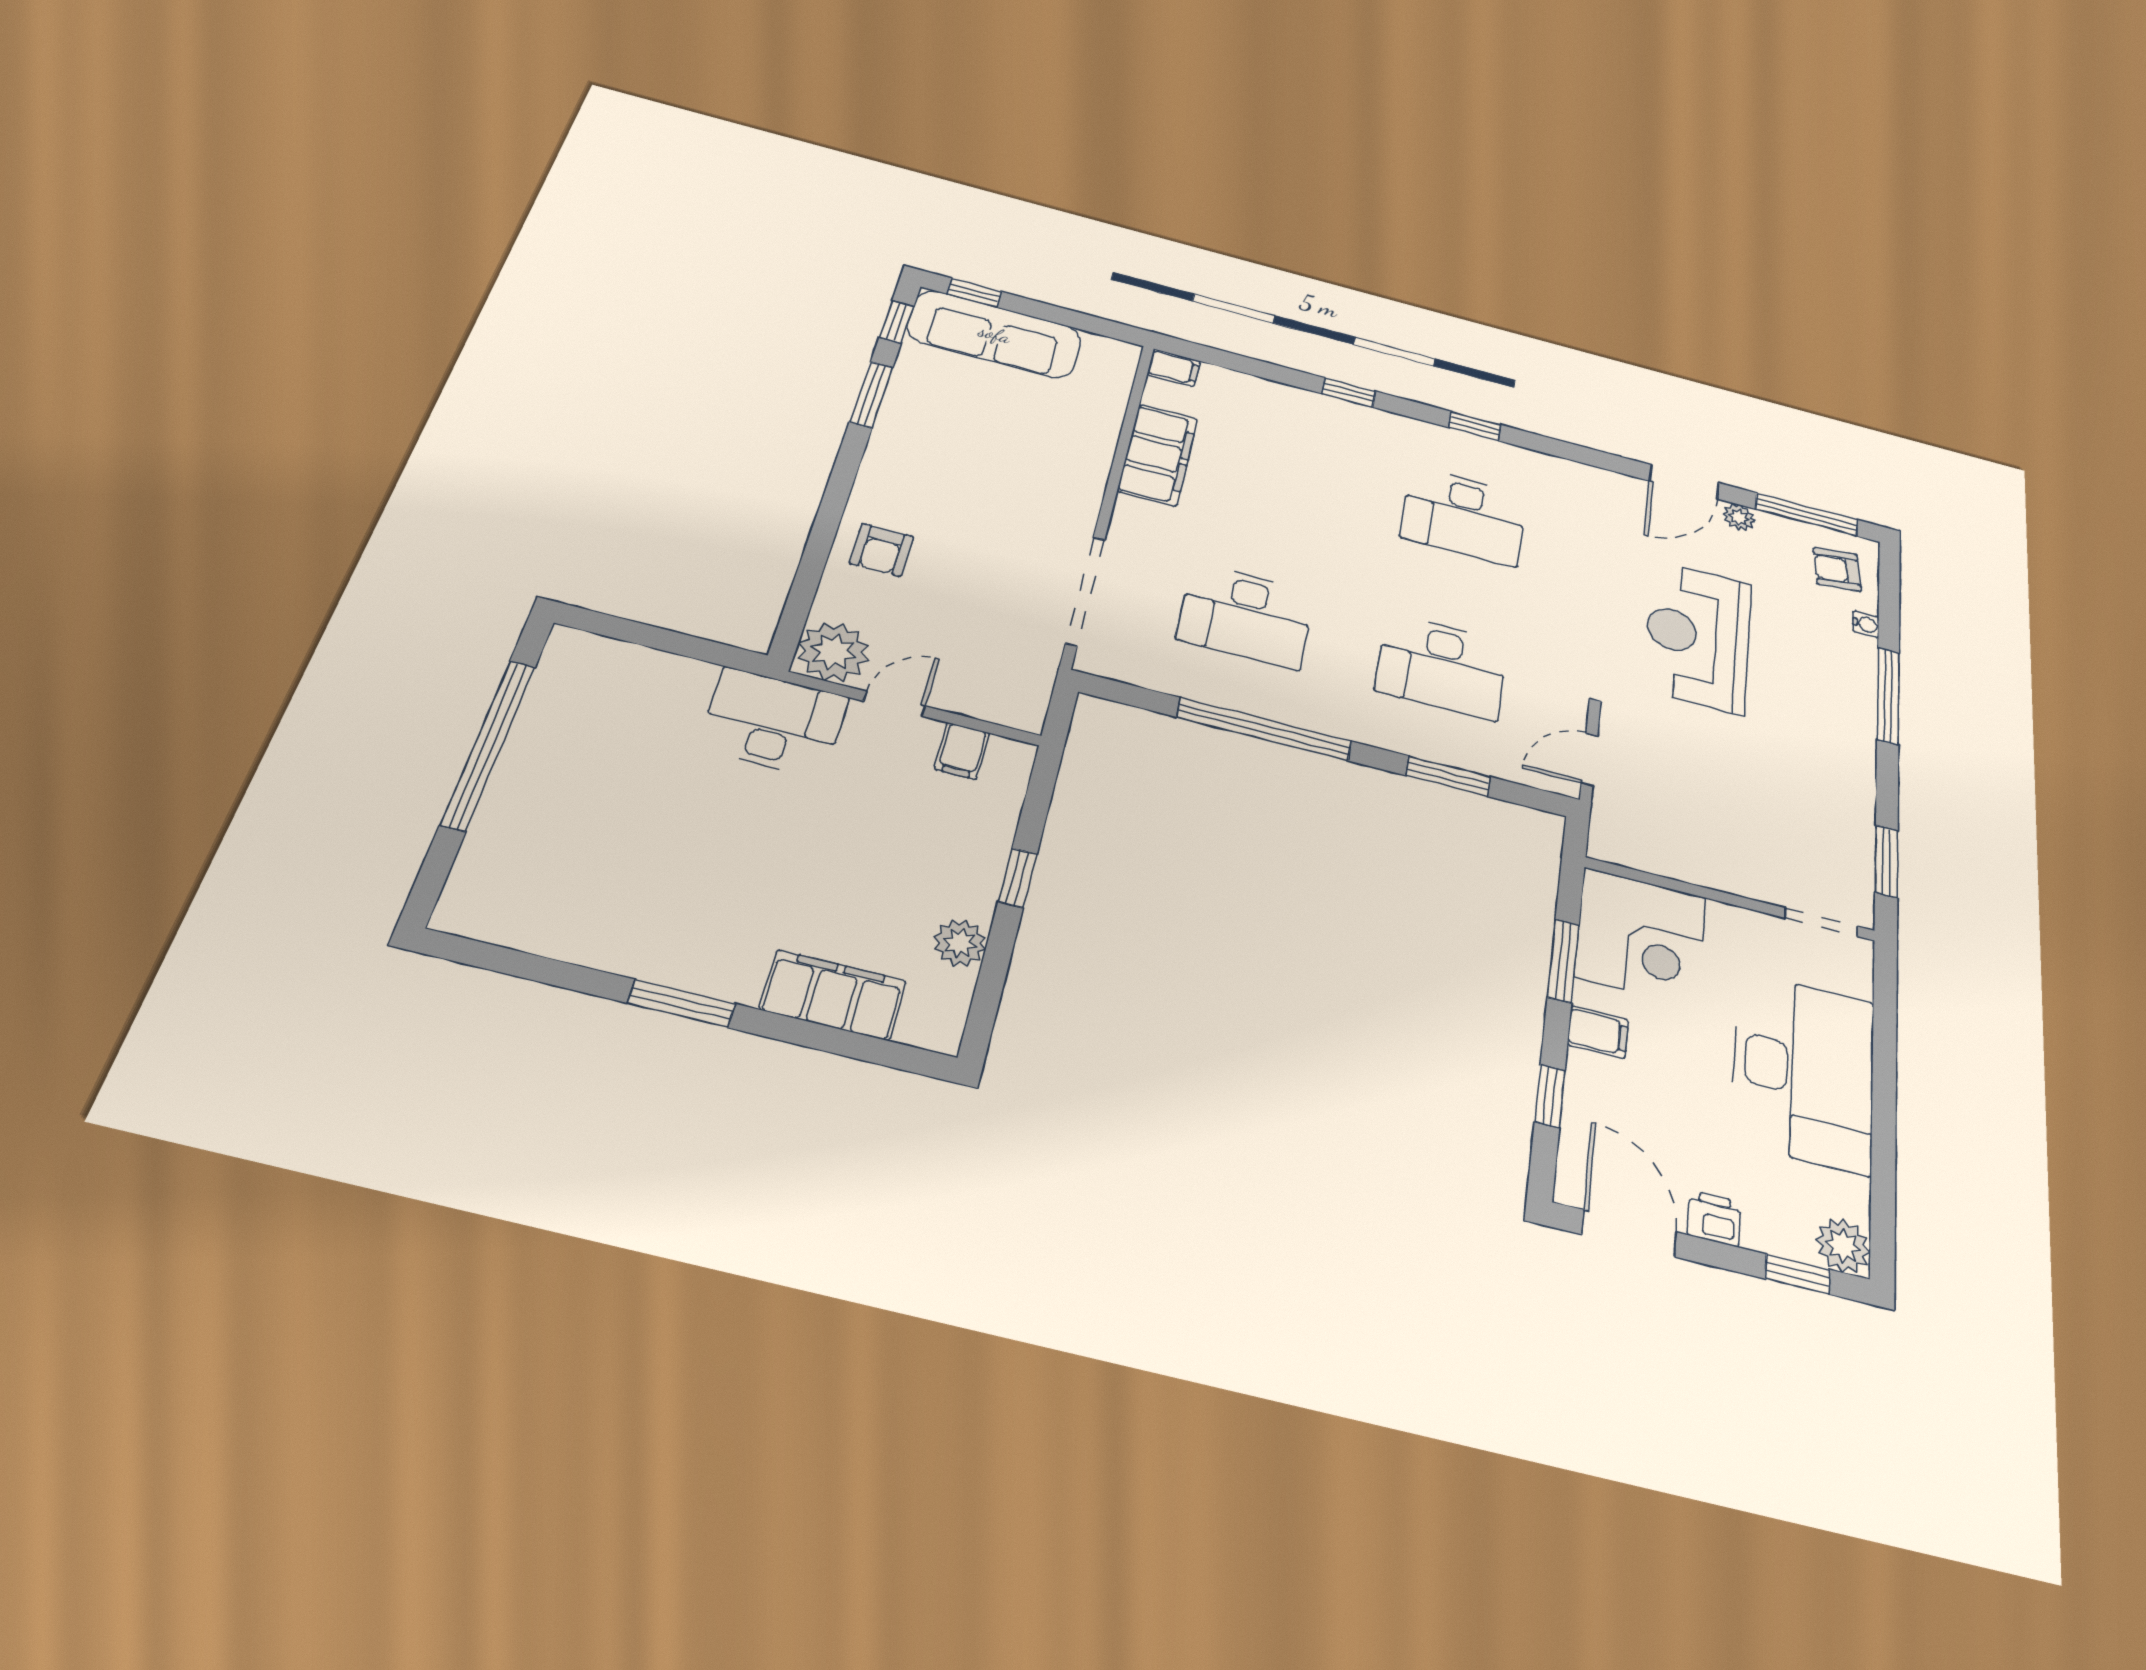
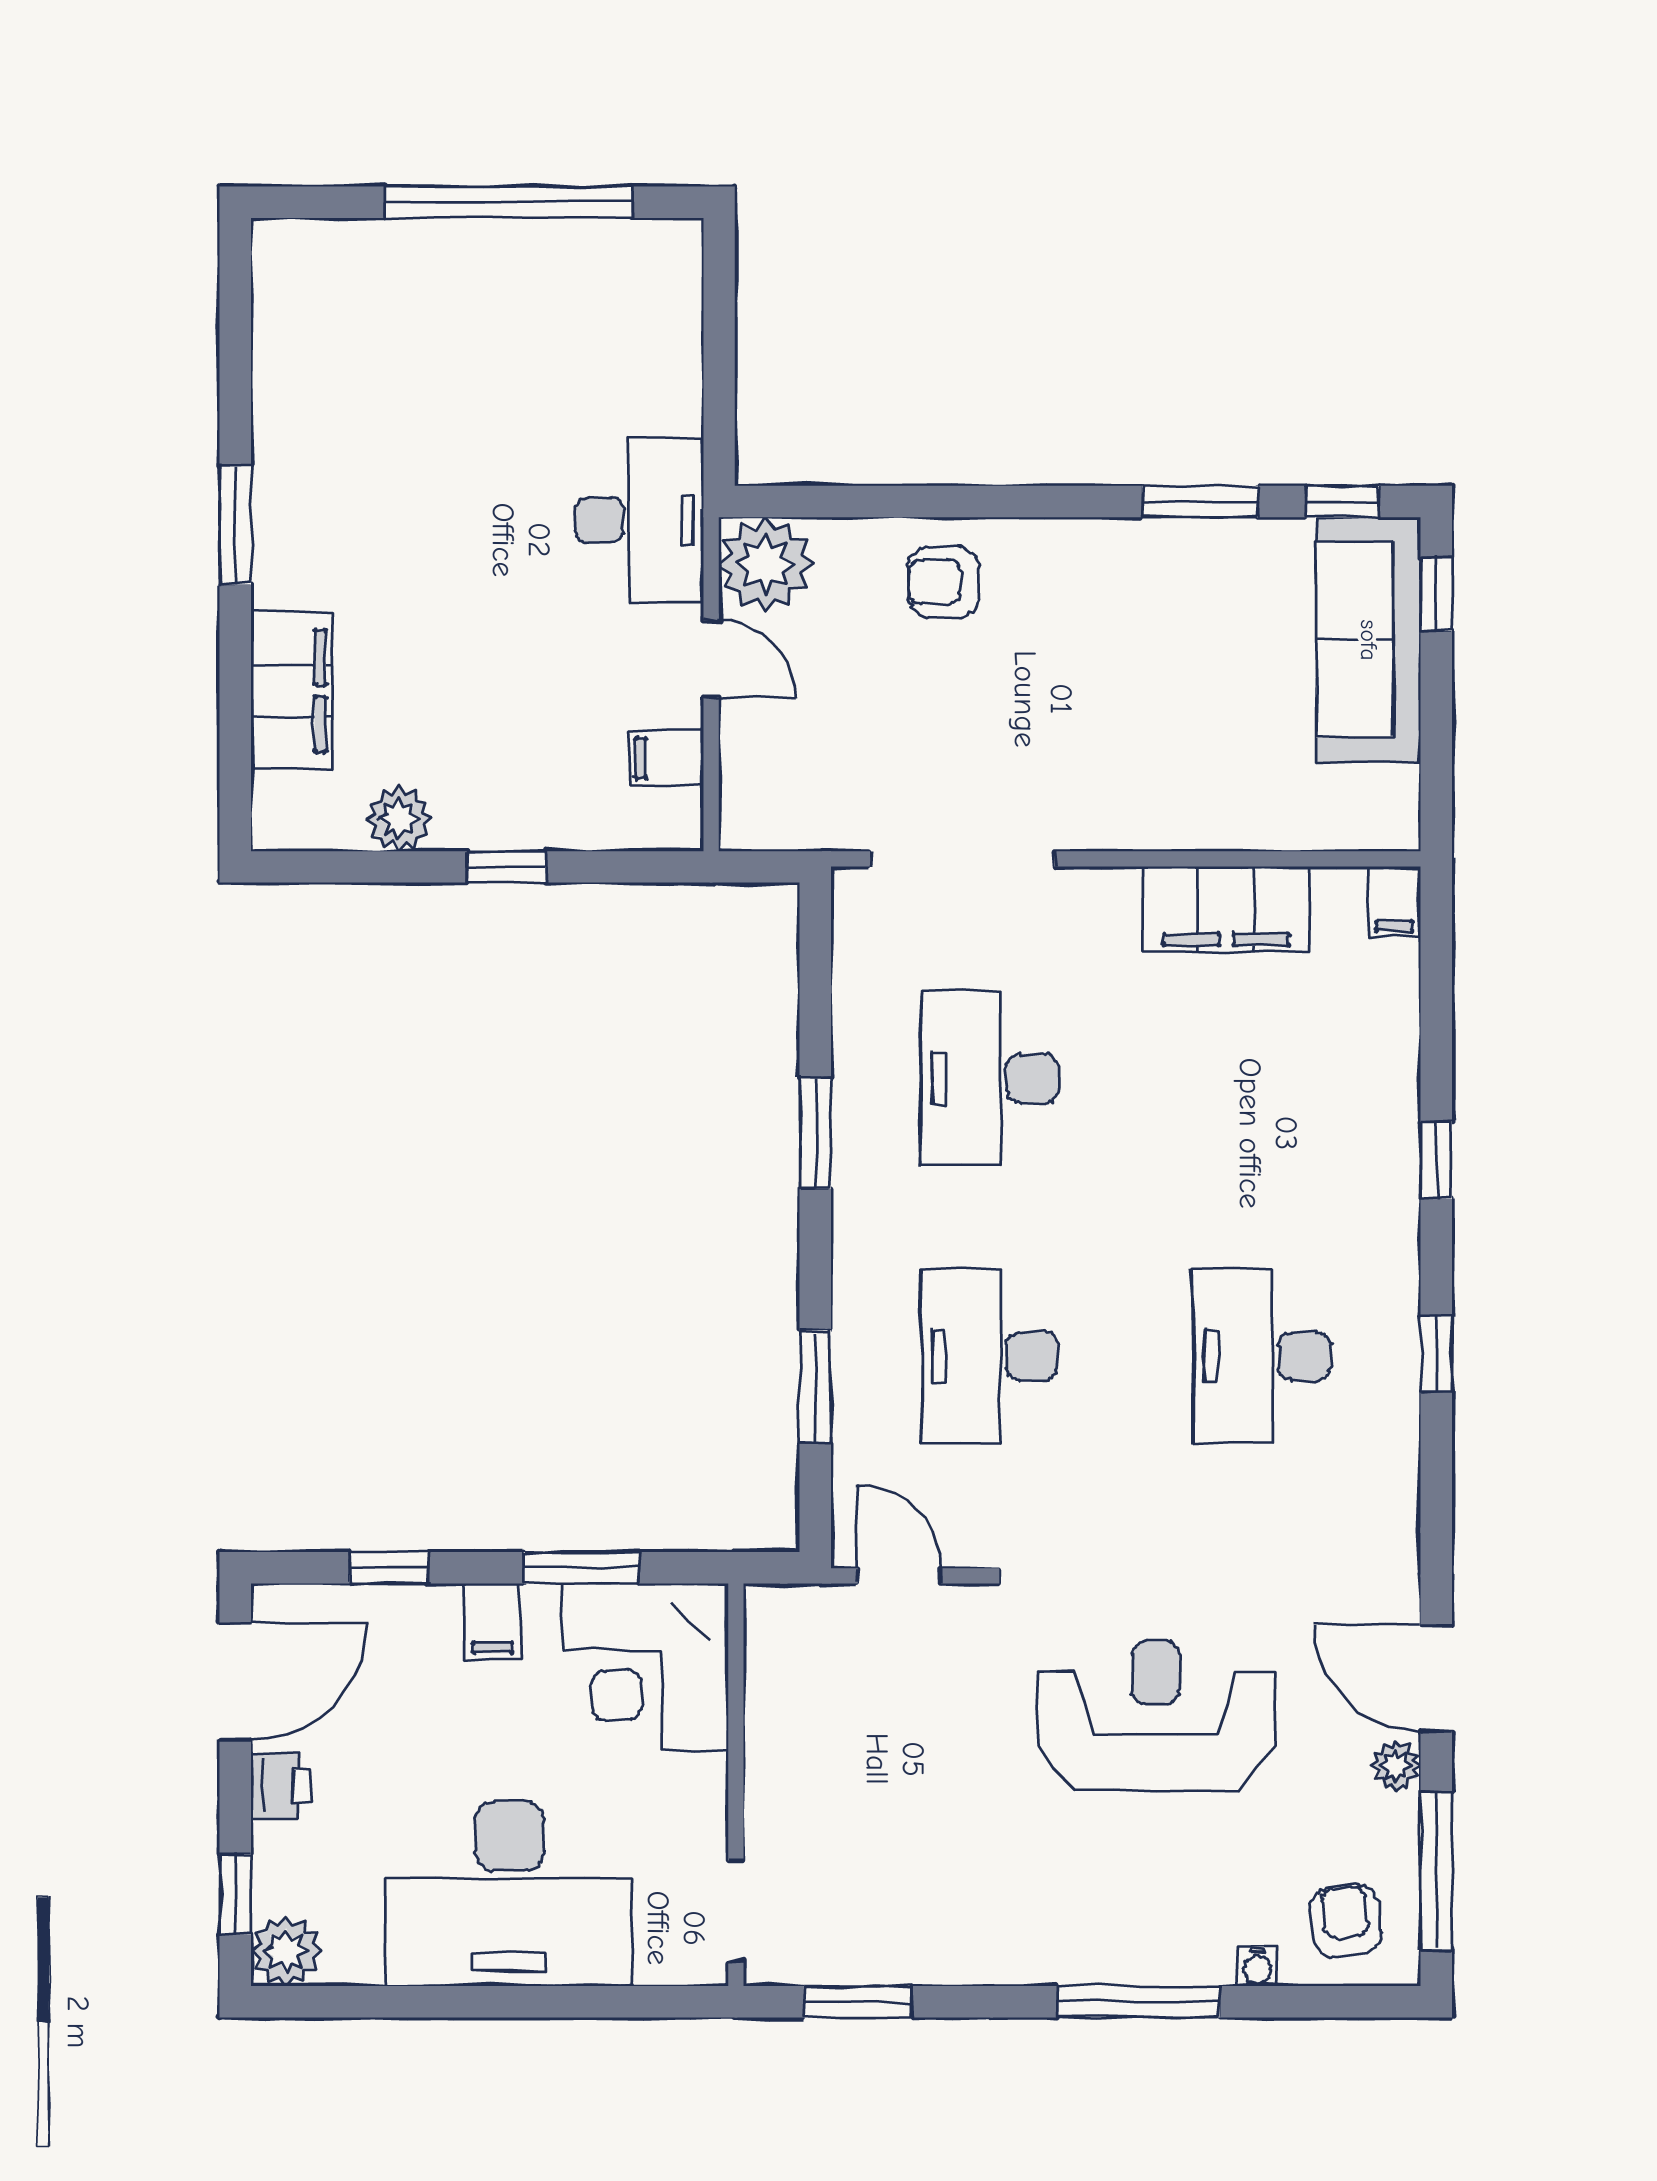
window: (1264, 729) -> (815, 1133), width x0.47

